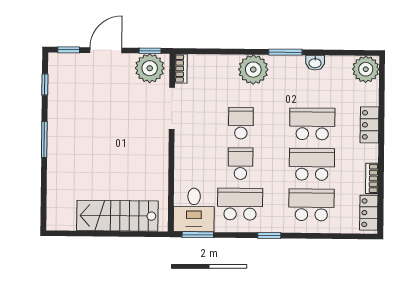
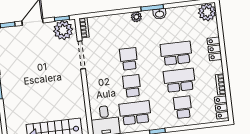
washbasin: (315, 63) -> (160, 14), moved
plant: (253, 70) -> (136, 17), width x0.53, depth x0.53
school desk: (311, 205) -> (183, 107), width x0.54

